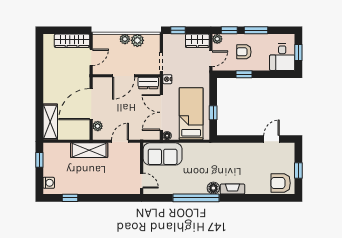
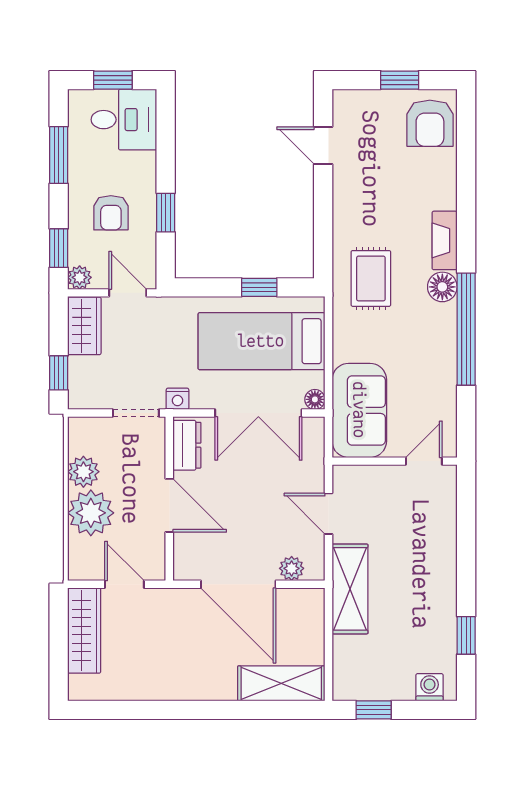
window: (256, 30) -> (59, 155), moved
plant: (125, 39) -> (91, 513), width x1.88, depth x1.88
rug: (217, 159) -> (371, 278), added

